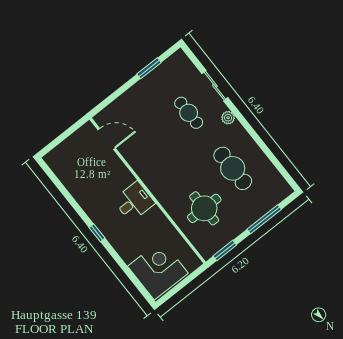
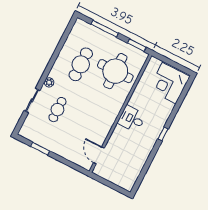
round table: (204, 208) -> (115, 71), width x1.36, depth x1.36

